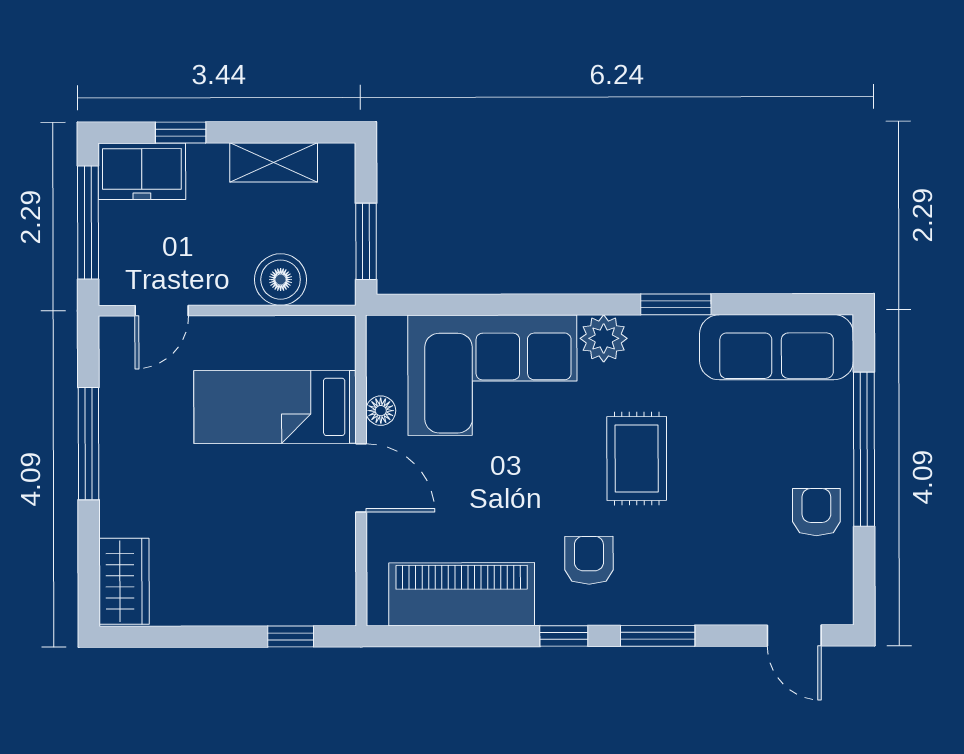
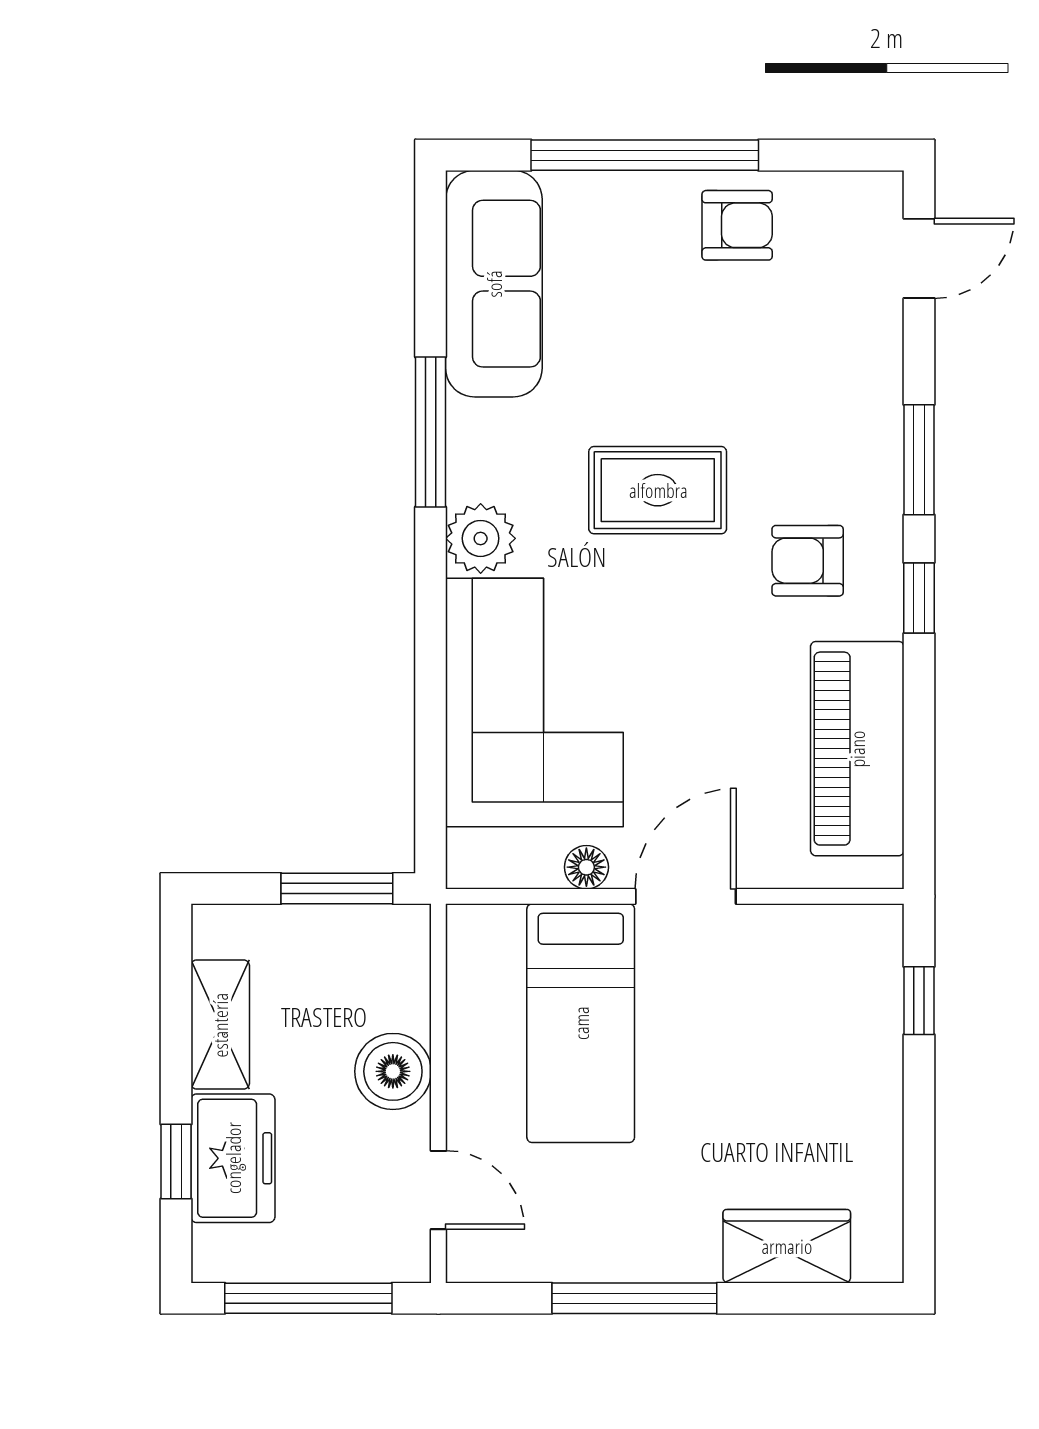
freezer: (142, 171) -> (233, 1158), moved
boiler: (281, 280) -> (393, 1071), moved
window: (676, 304) -> (431, 432), width x1.44
armchair: (816, 512) -> (737, 225), turned 180
wardrobe: (124, 581) -> (787, 1246), moved

